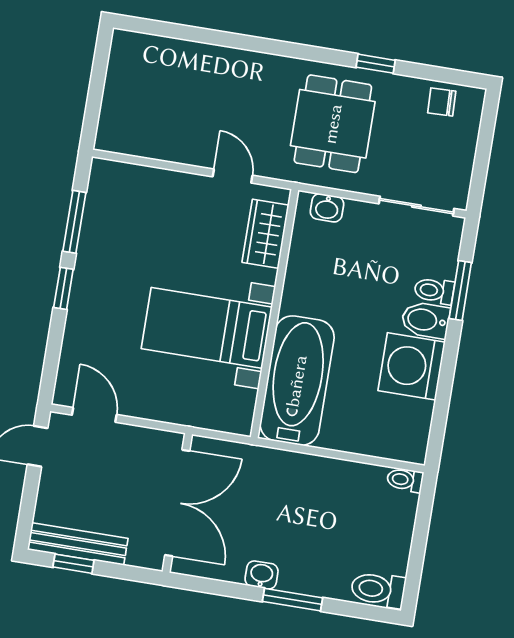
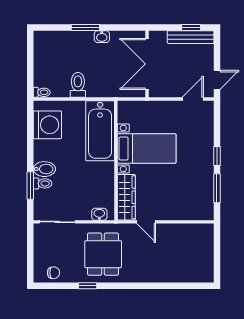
wardrobe: (265, 234) -> (126, 197), width x1.50
washing machine: (412, 366) -> (47, 125), moved
door: (94, 415) -> (193, 99), swing flipped
toilet: (378, 589) -> (78, 85), moved, turned -90

